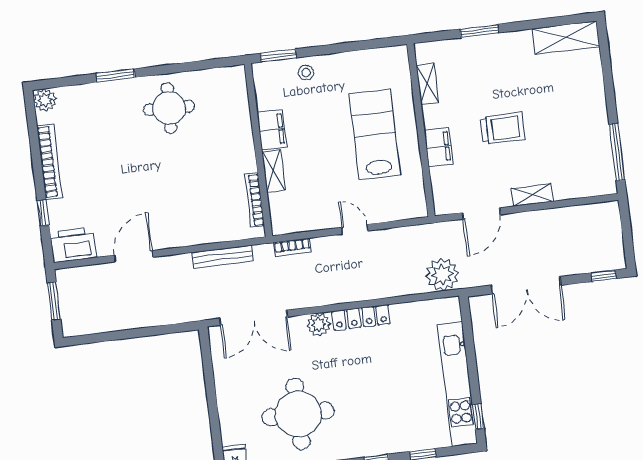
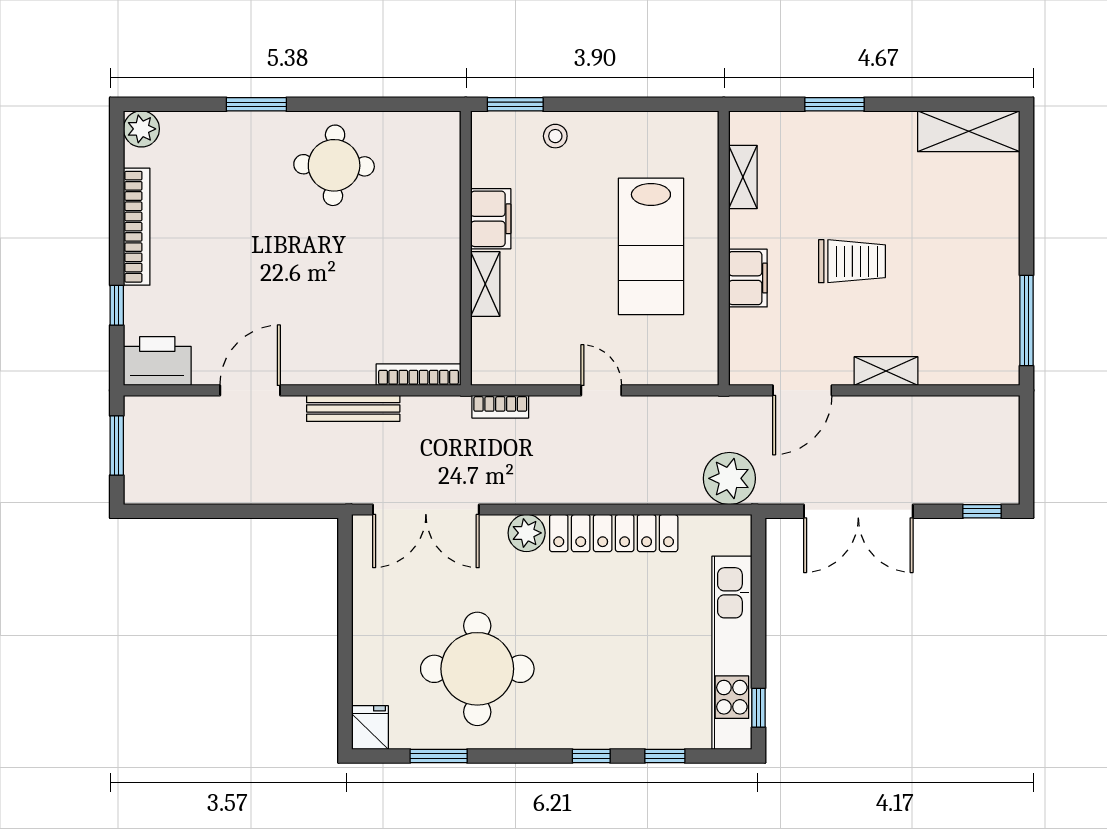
lab bench: (375, 135) -> (651, 246), turned 180
bookcase: (254, 200) -> (418, 375), moved, turned 90
bench: (223, 257) -> (353, 408), moved
locker: (361, 317) -> (614, 533), width x1.41, depth x1.21

